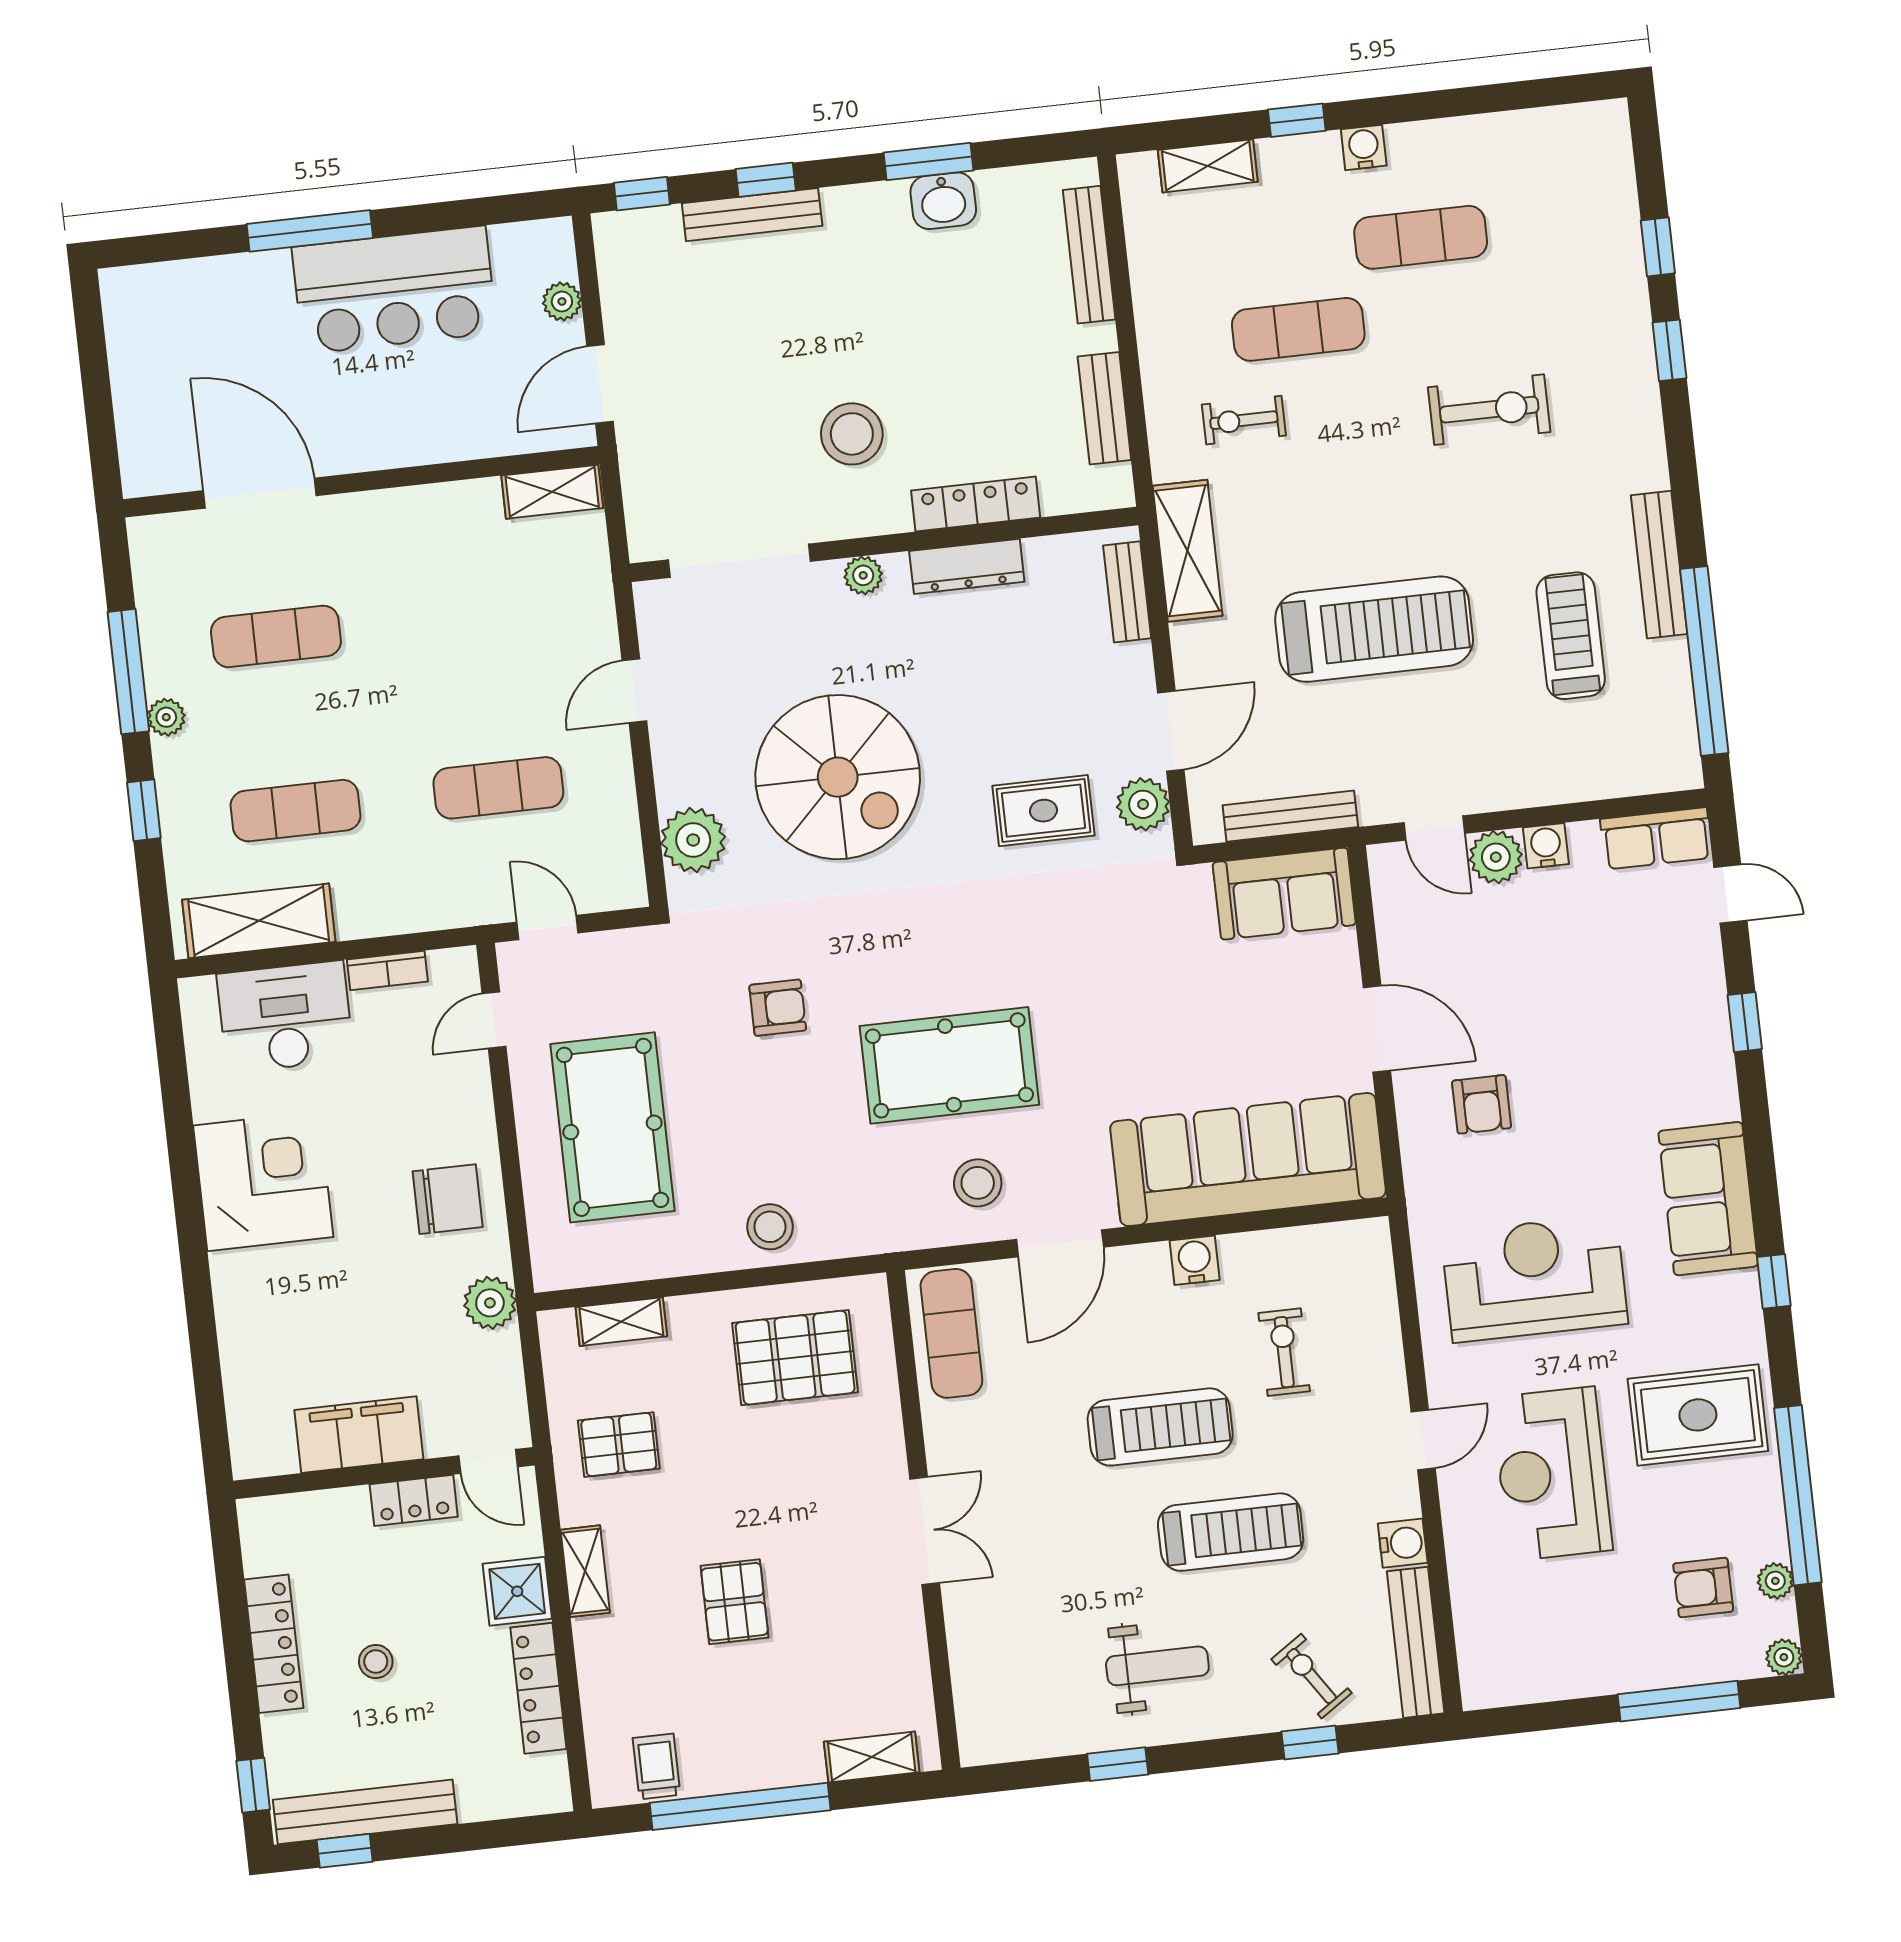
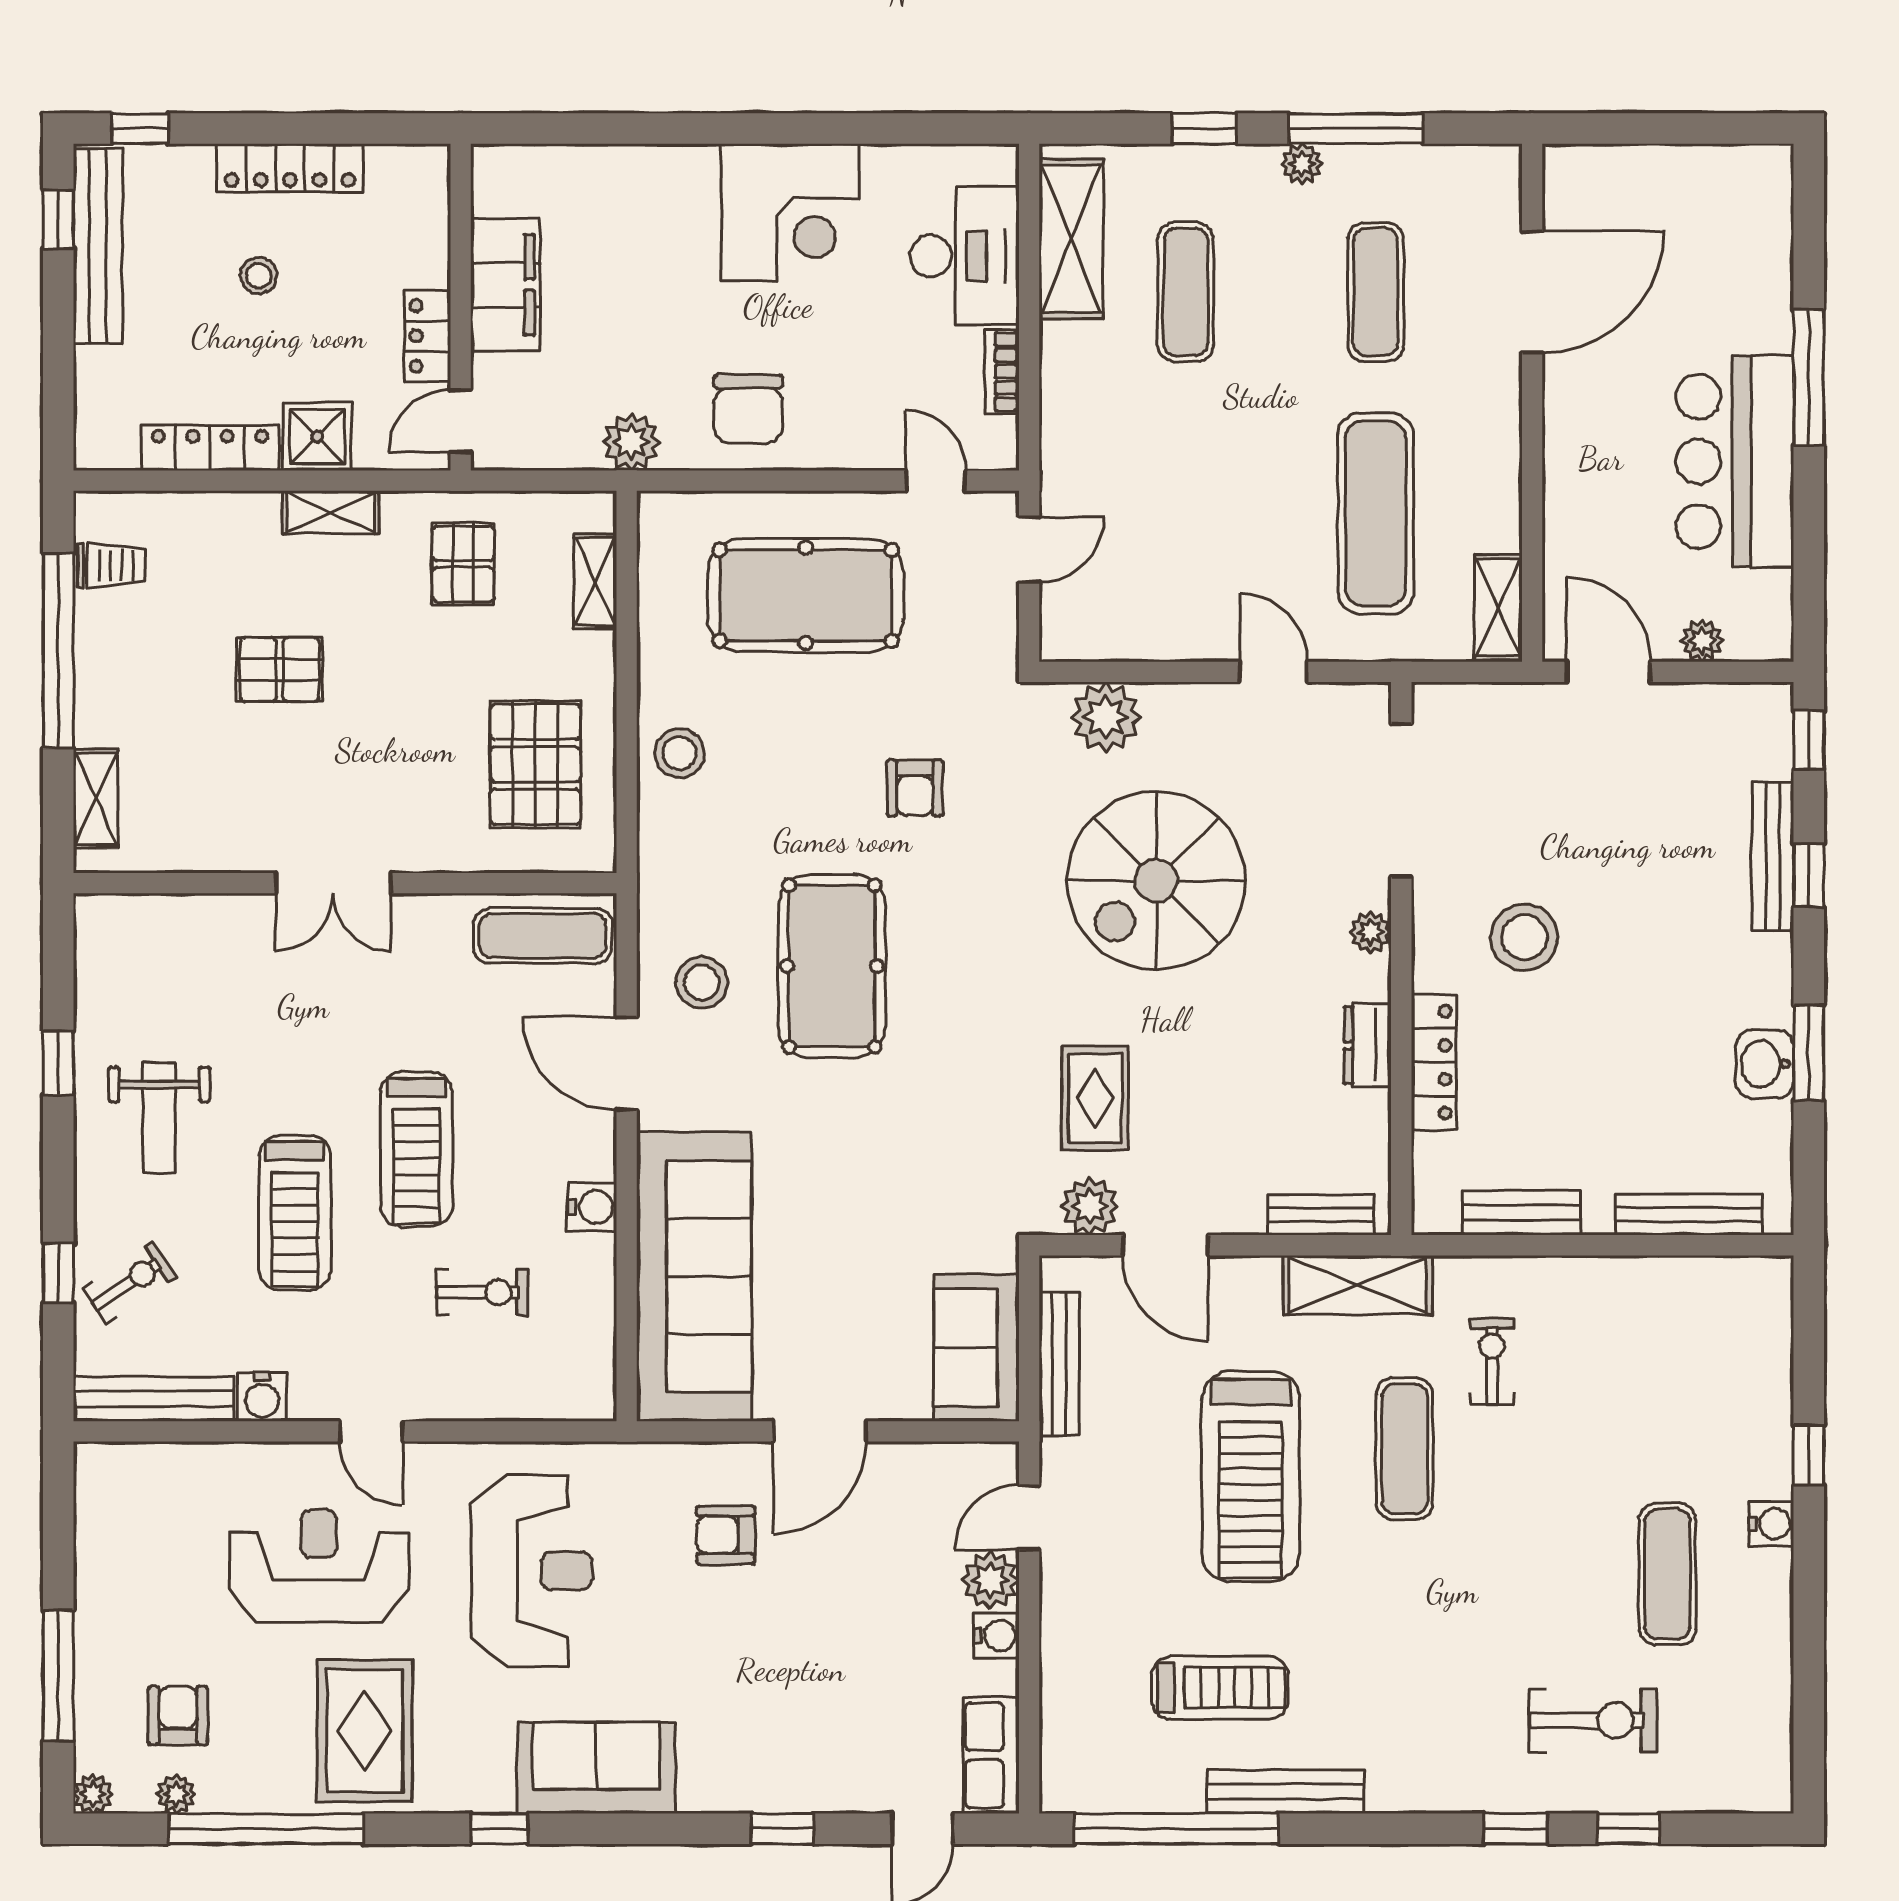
shelving: (1208, 166) -> (1770, 1353), removed
exercise mat: (1298, 329) -> (1405, 1449), moved
exercise bike: (1489, 410) -> (1593, 1720), moved, turned -90
dresser: (967, 566) -> (1368, 1045), width x0.70
exercise mat: (498, 788) -> (1376, 513), moved, width x1.36, depth x1.45

